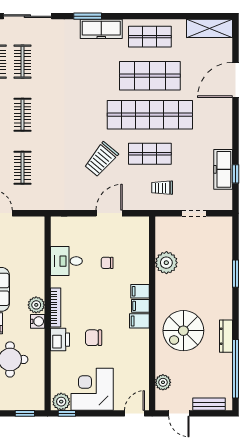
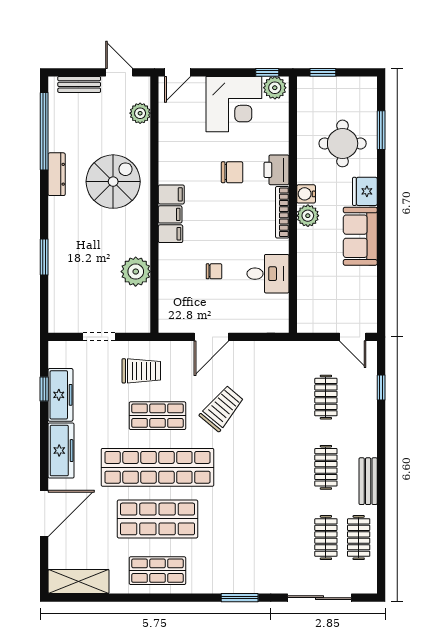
freezer: (101, 29) -> (61, 451), moved, turned 90
trolley: (162, 188) -> (141, 371), width x1.36, depth x1.39

